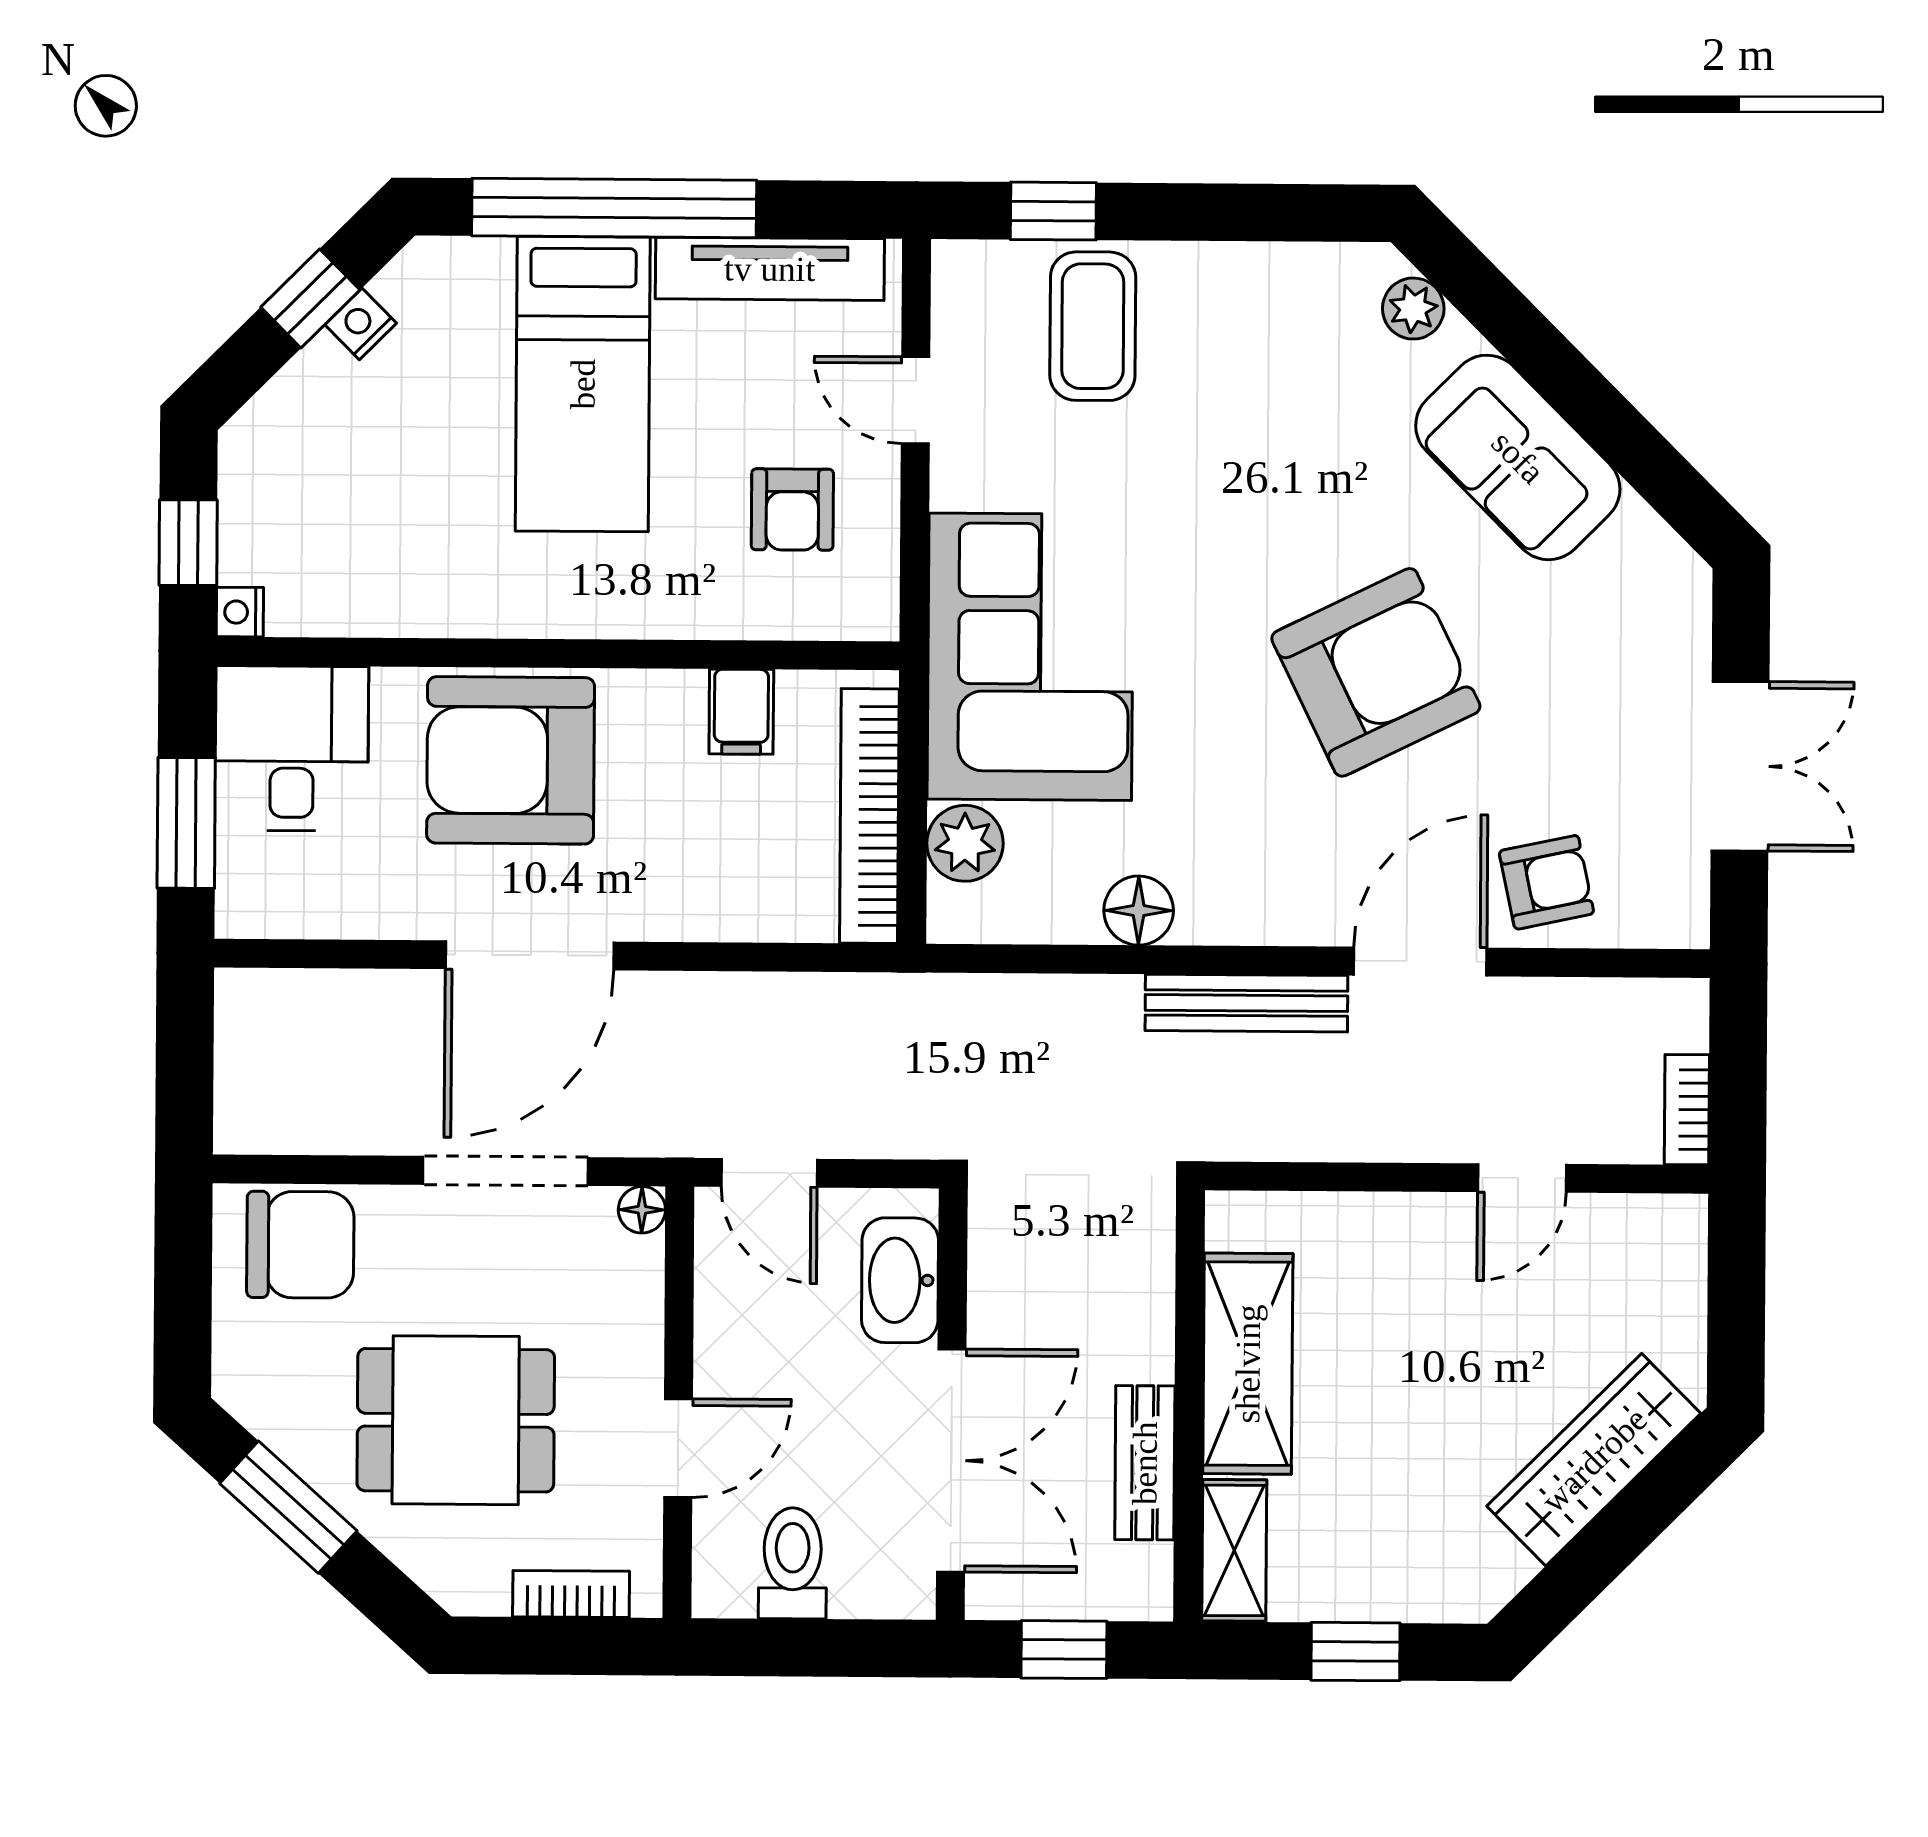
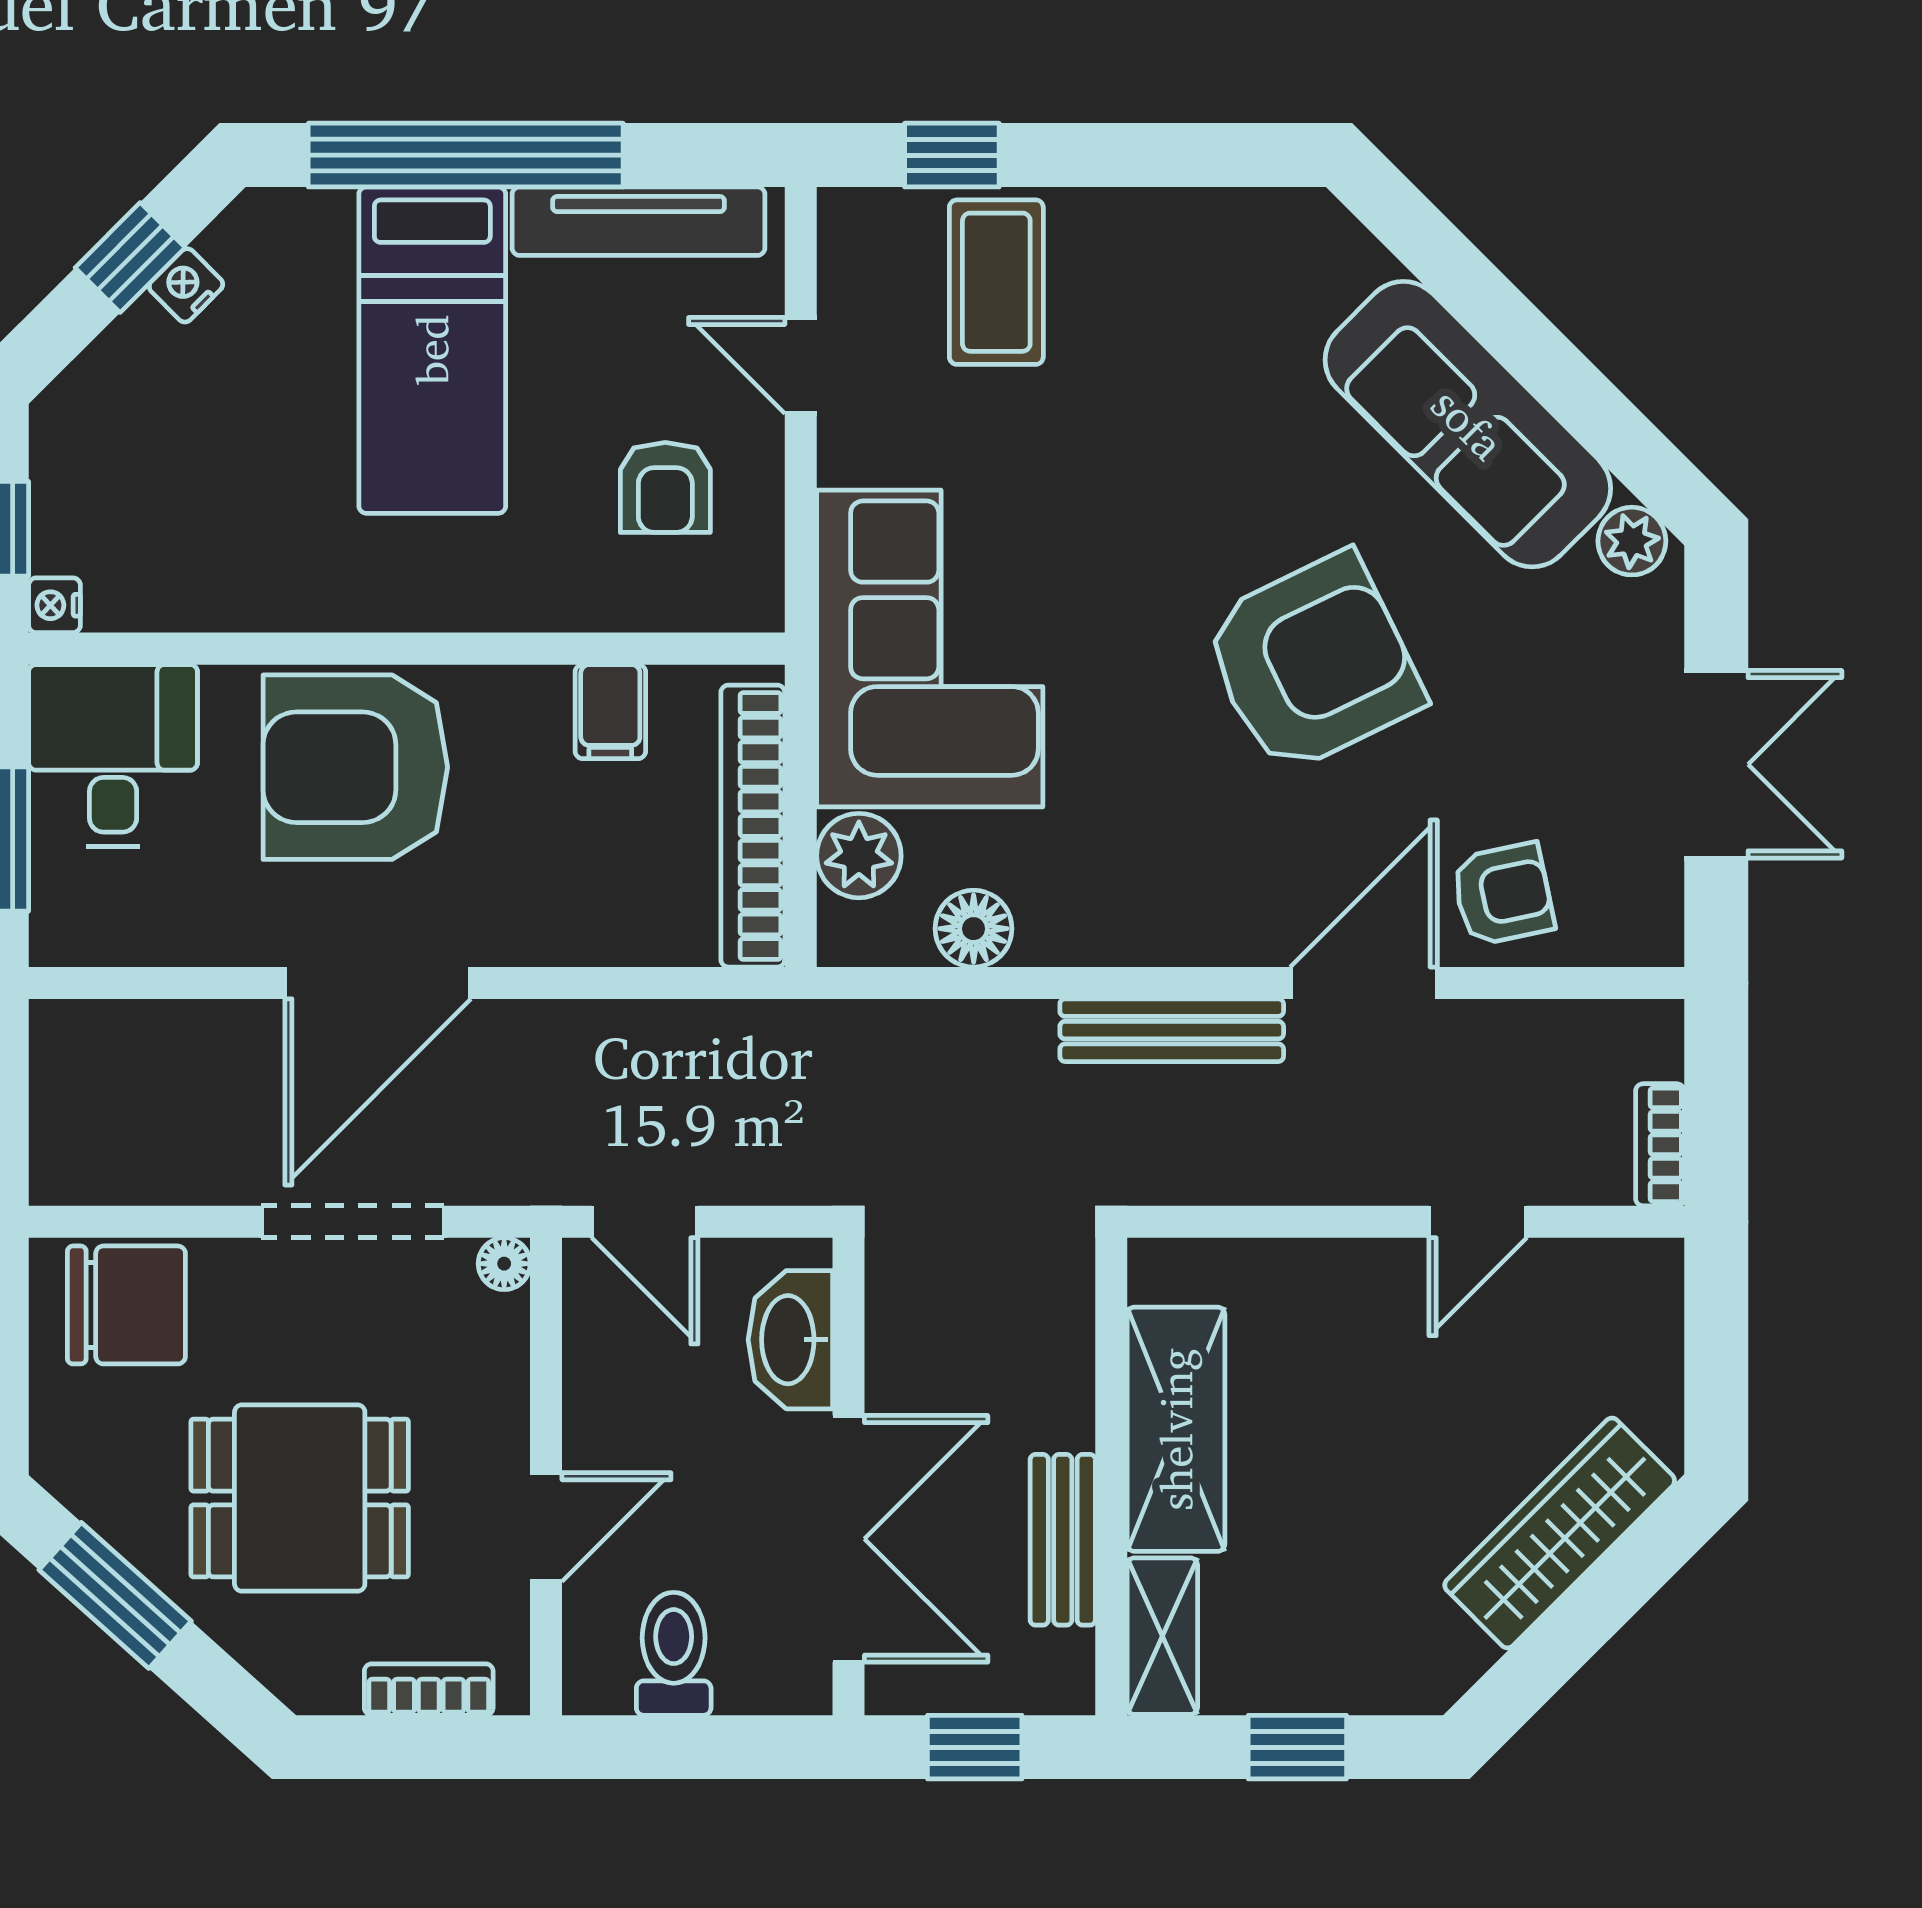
plant: (1413, 309) -> (1632, 541), moved
sofa: (1518, 457) -> (1468, 424), width x1.36
floor lamp: (1139, 911) -> (974, 929), moved

